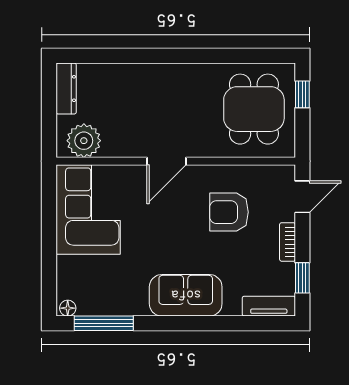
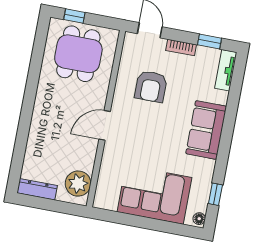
dining table: (254, 109) -> (78, 54), turned 90
door: (167, 161) -> (105, 125), swing flipped
corner sofa: (88, 210) -> (155, 195), moved
window: (104, 323) -> (215, 194), width x0.46

